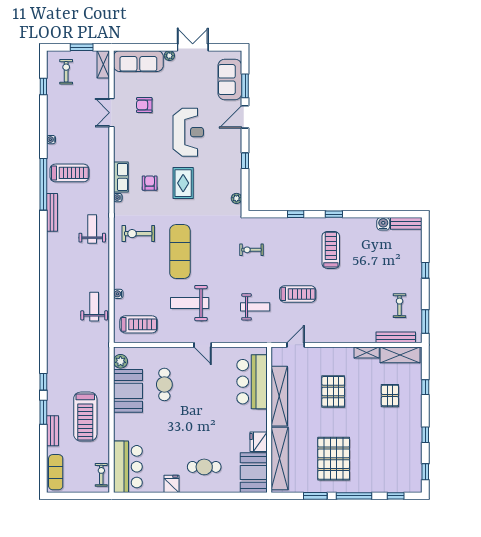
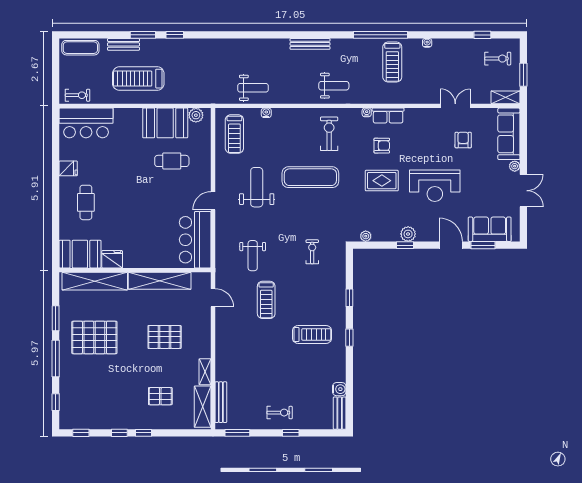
plant: (234, 158) -> (408, 234), added
bench: (52, 212) -> (310, 44), moved
exercise bike: (400, 306) -> (280, 413), moved
bar counter: (252, 382) -> (195, 240), moved, turned -90
window: (425, 387) -> (143, 433), moved

